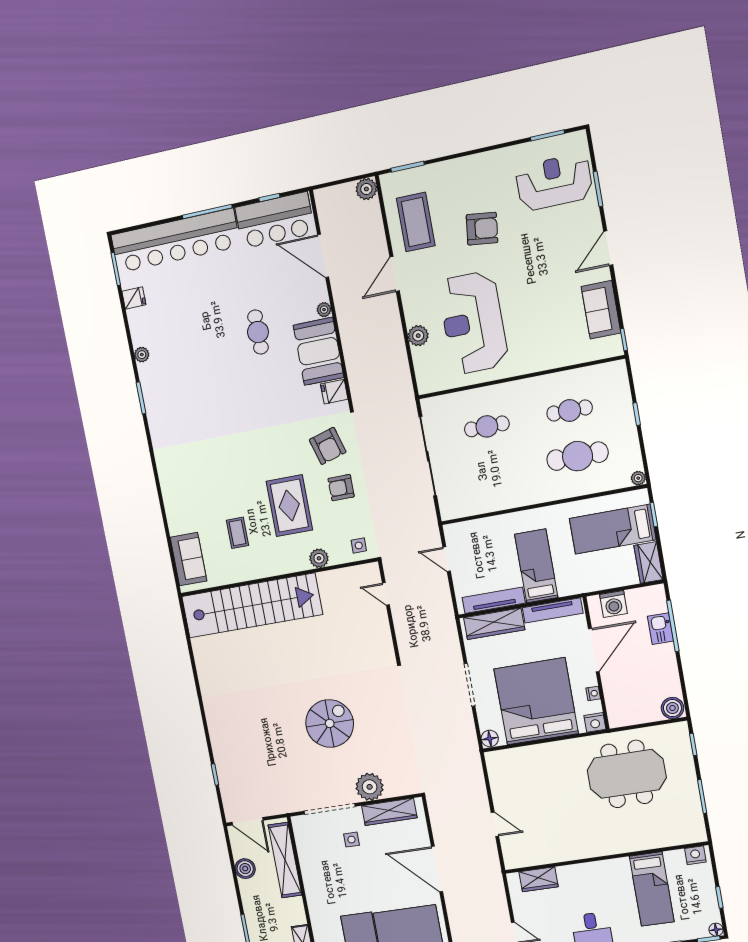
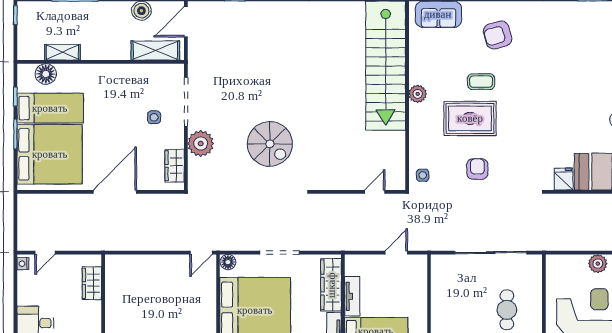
armchair: (328, 446) -> (498, 35), moved
coffee table: (238, 533) -> (481, 82), moved
plant: (319, 558) -> (418, 94), moved
tv unit: (494, 600) -> (352, 296), width x0.71
spiral stairs: (330, 723) -> (270, 144), moved
wardrobe: (389, 812) -> (175, 166), width x0.67
door: (495, 824) -> (201, 253), moved
shelving: (285, 860) -> (155, 50), width x0.68

